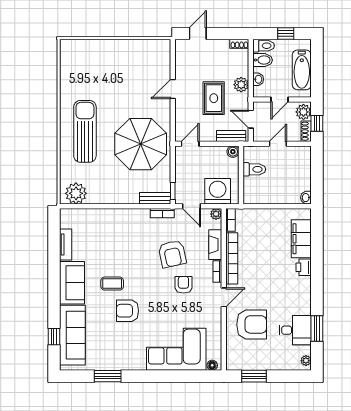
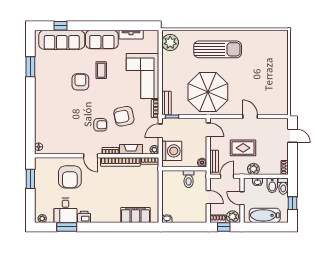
printer: (304, 267) -> (84, 217), moved
corner sofa: (176, 349) -> (143, 76), moved, turned 180

